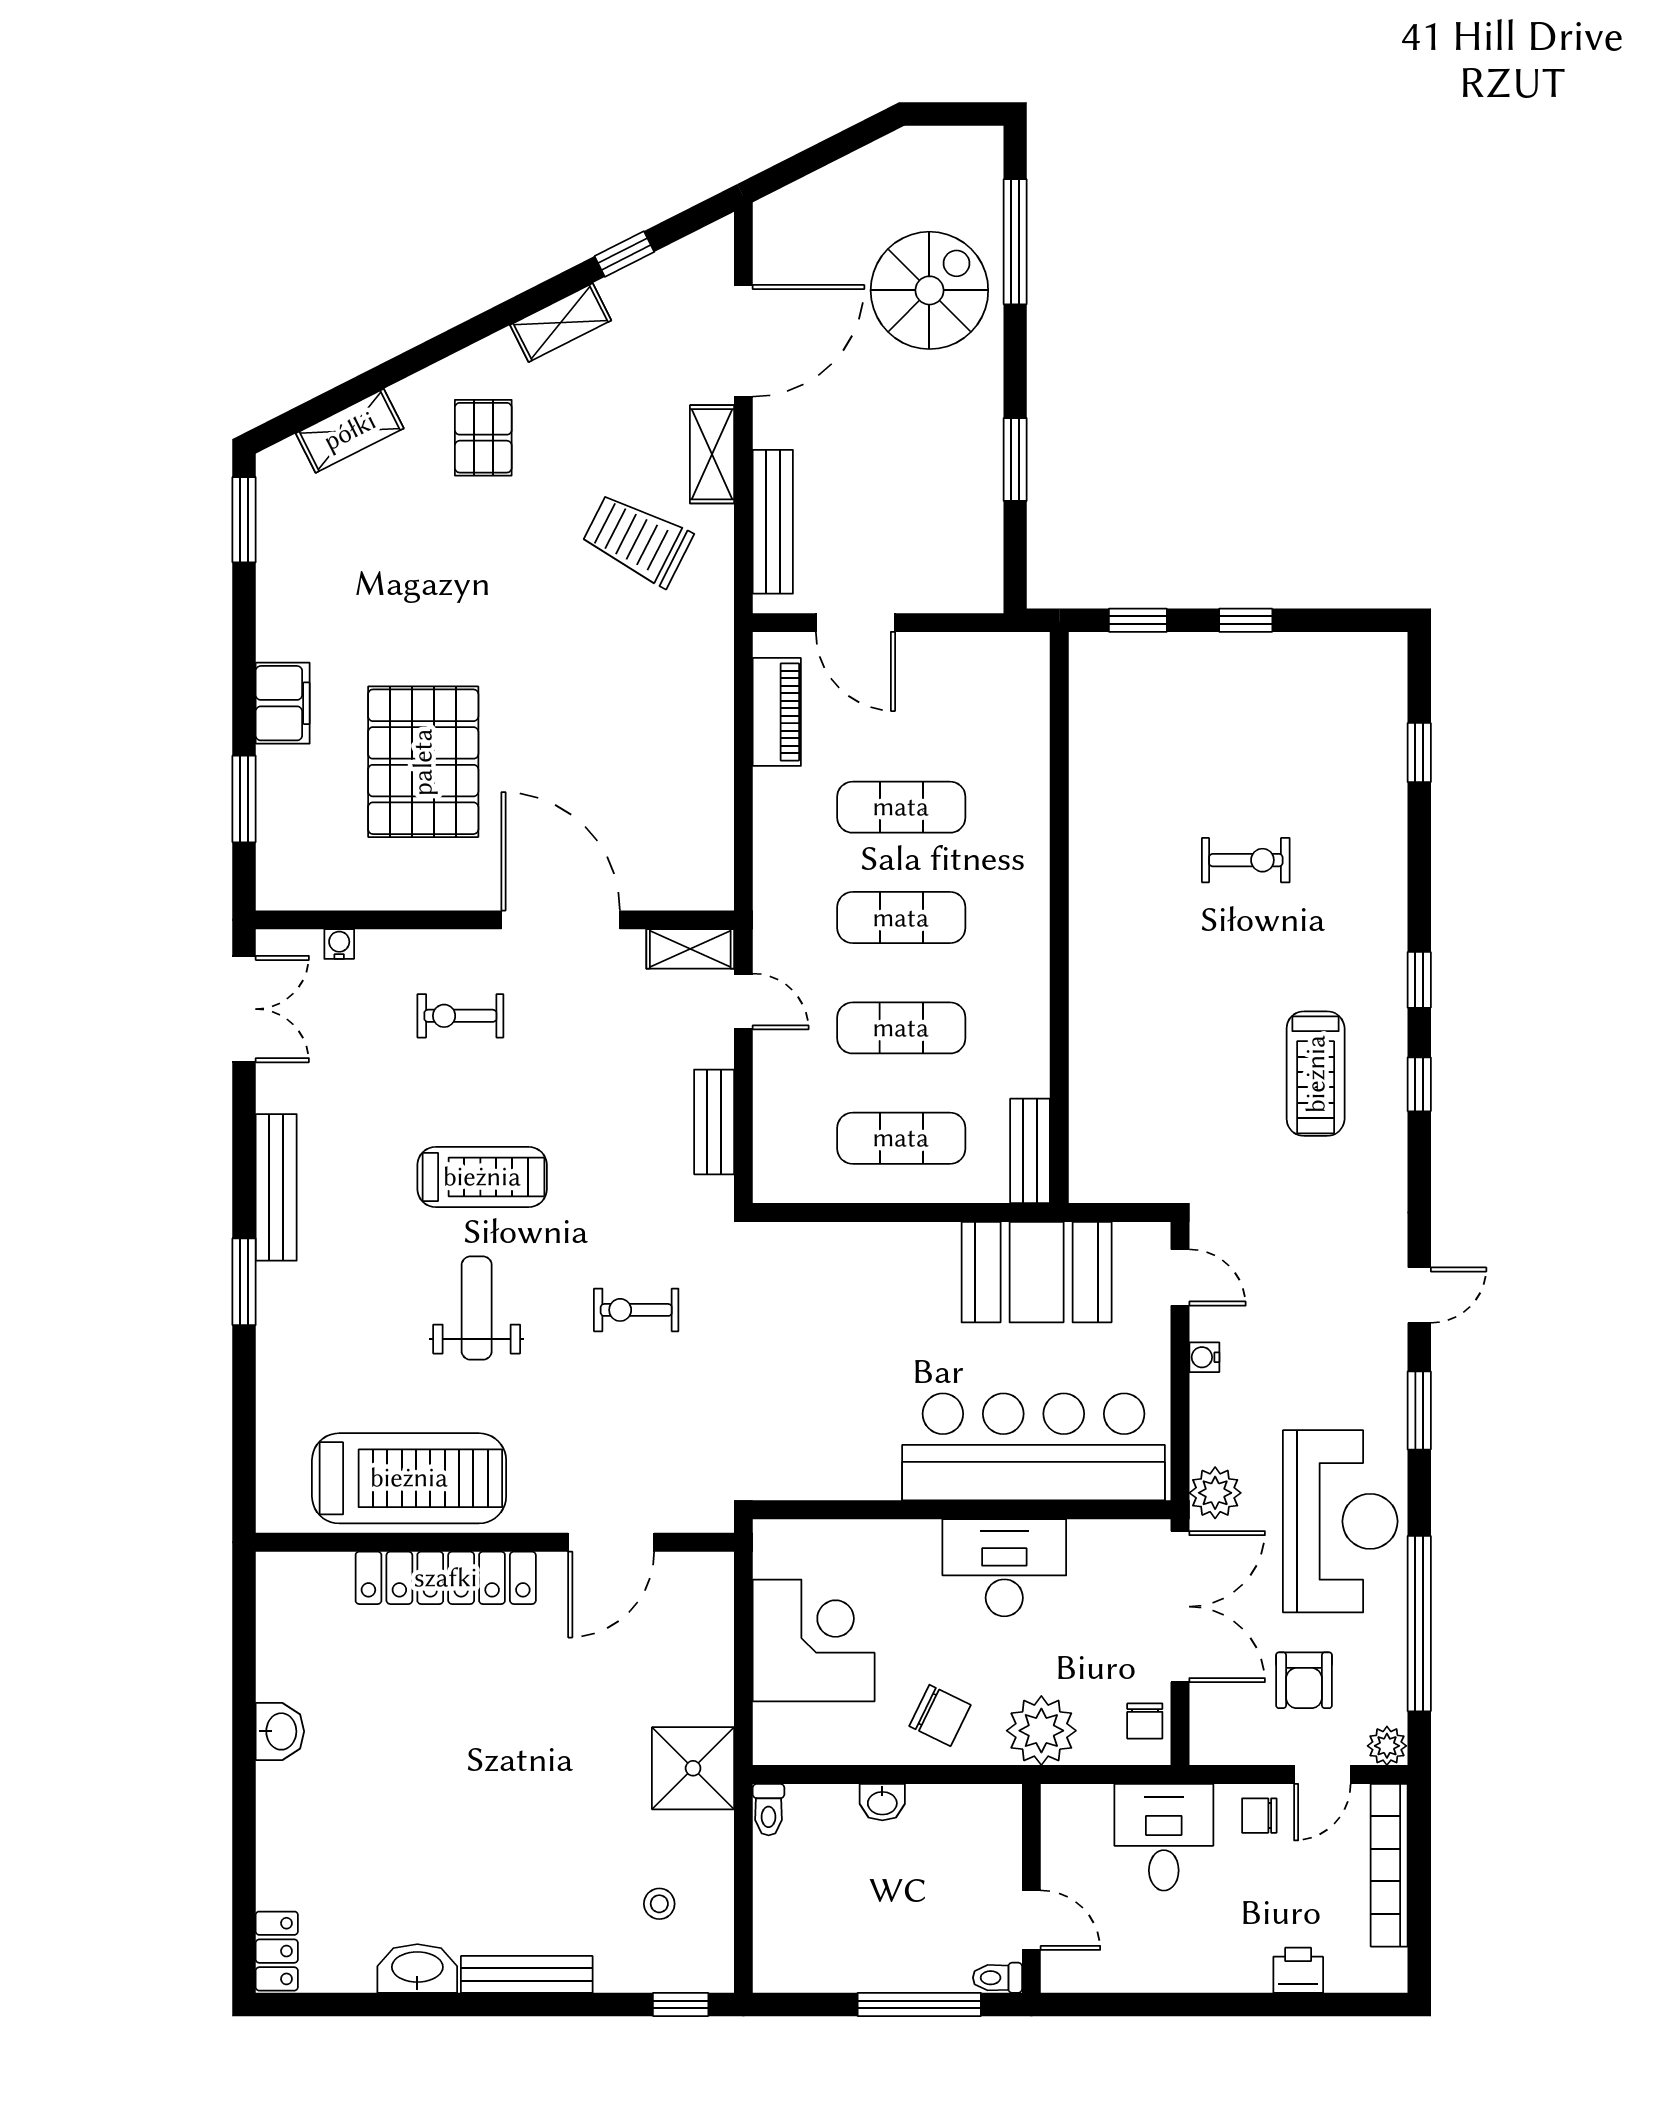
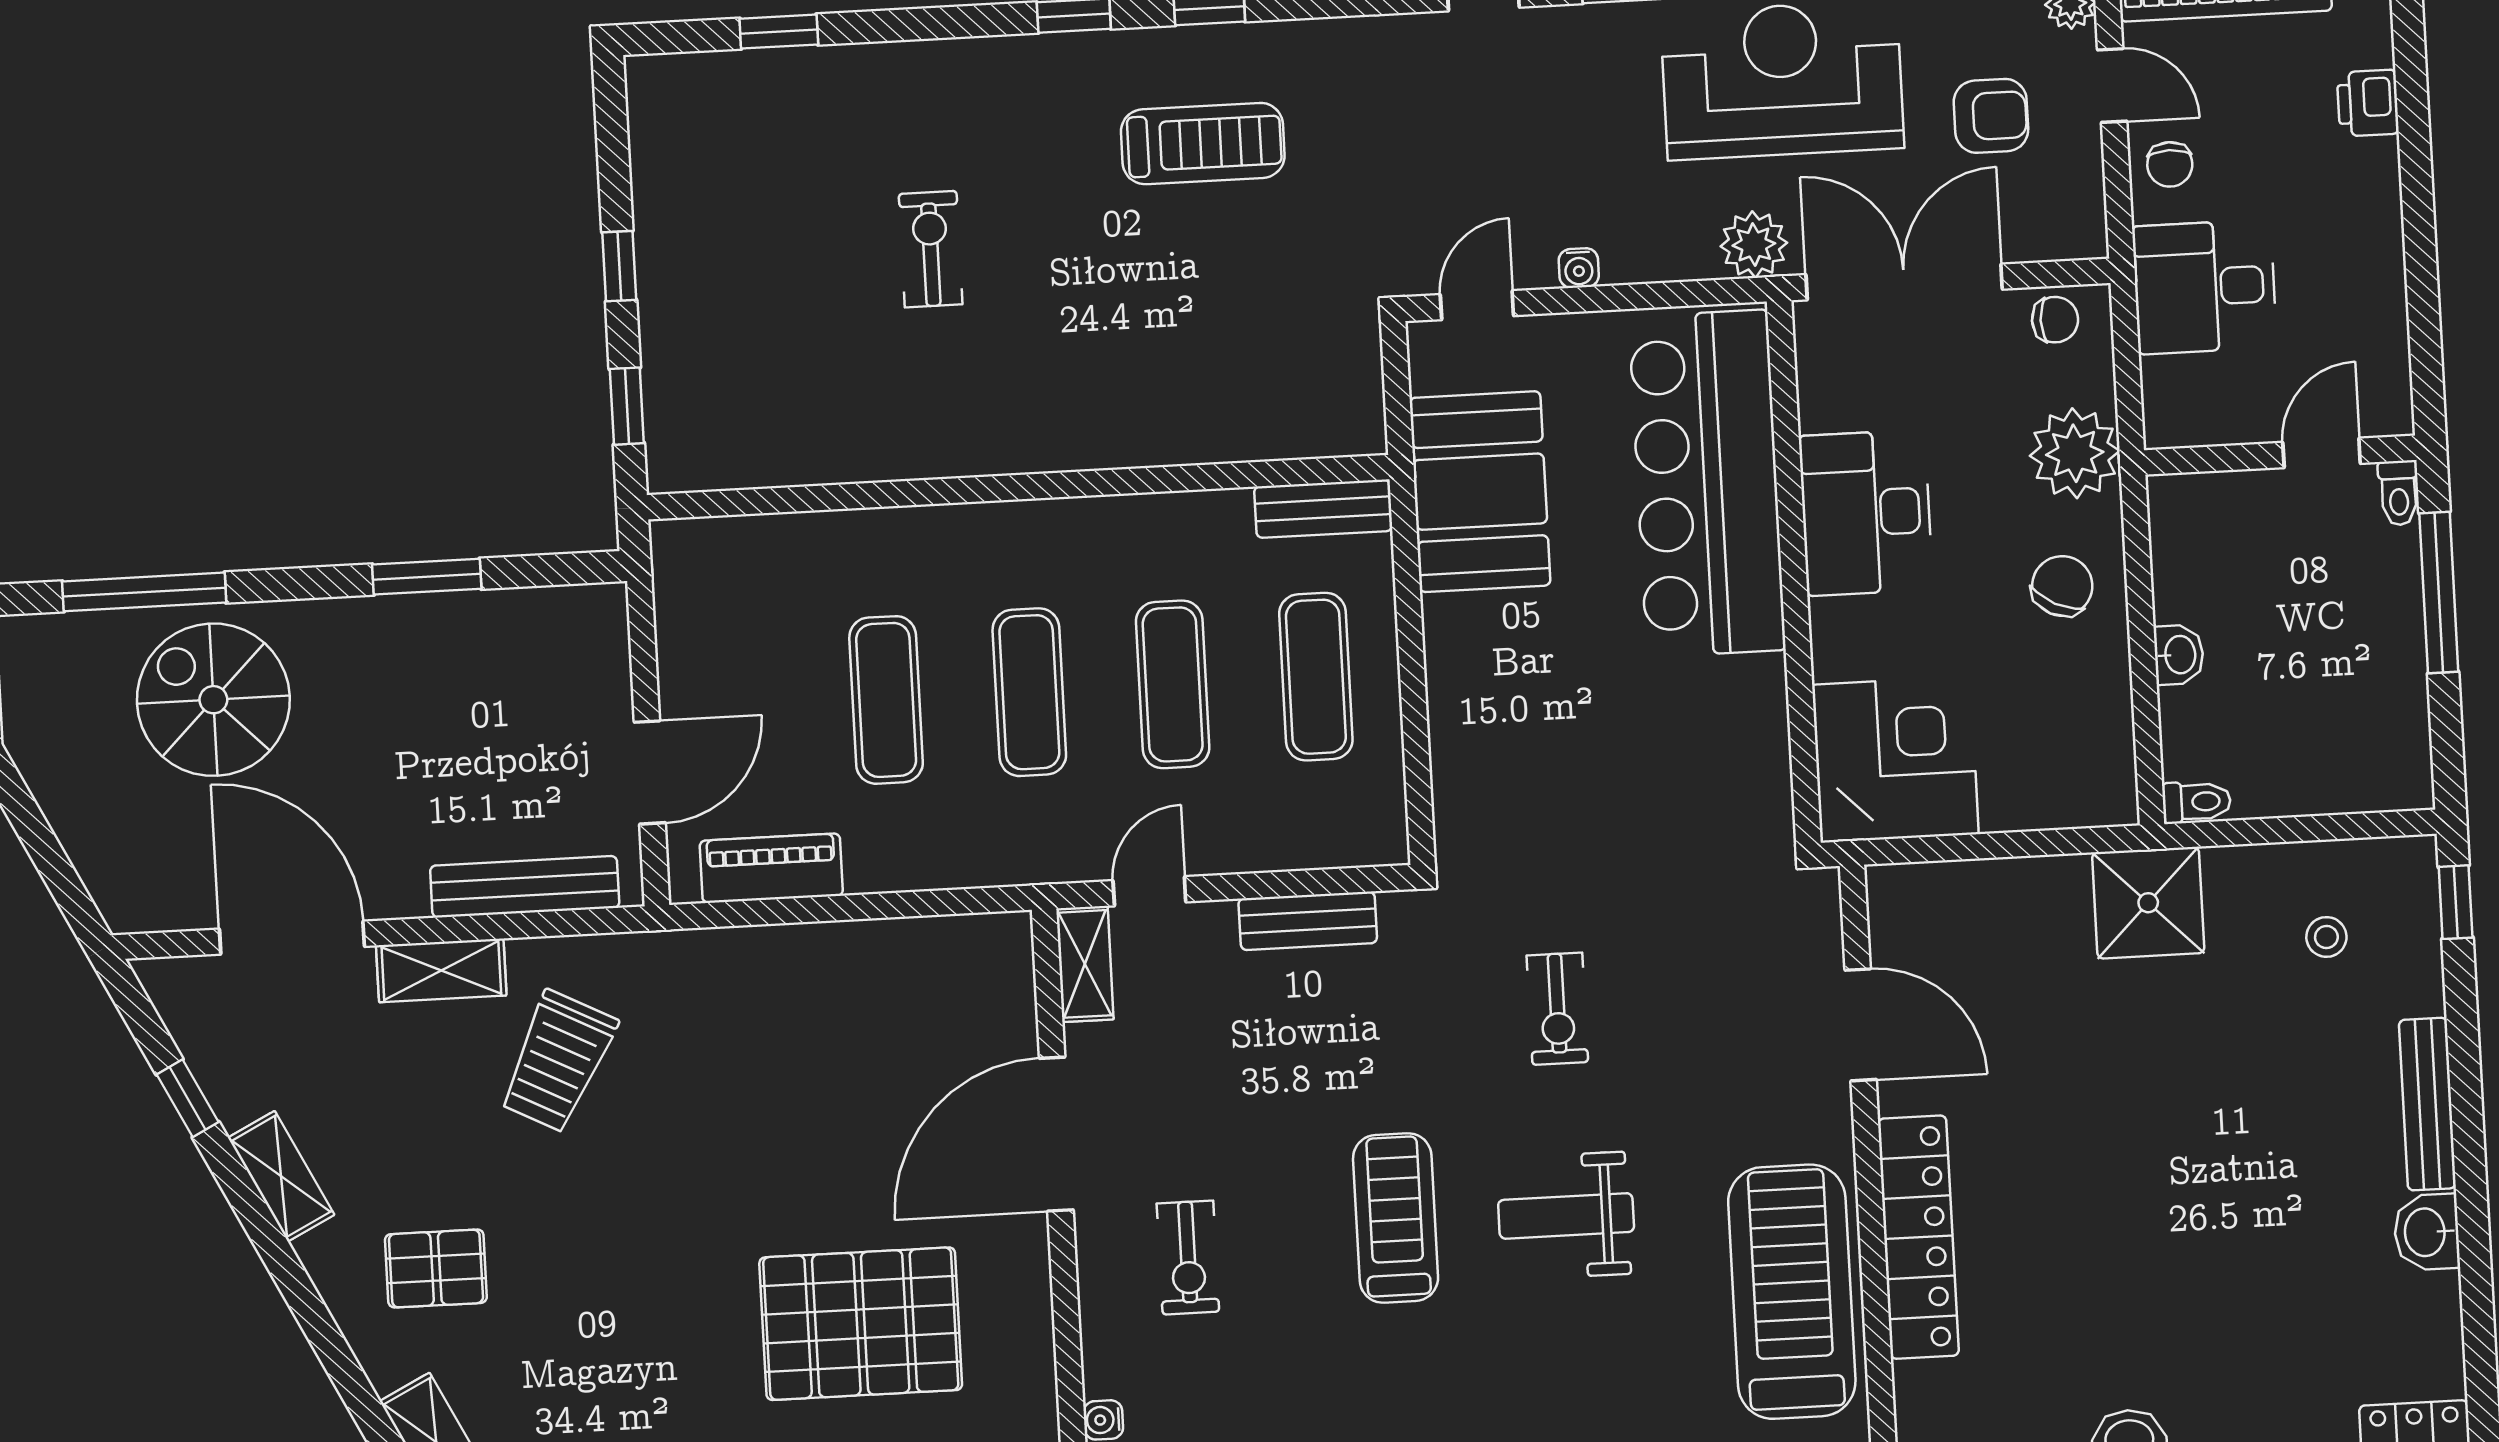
corner desk: (814, 1640) -> (1895, 759), moved, turned 90
washbasin: (417, 1968) -> (2427, 1232), width x0.72

